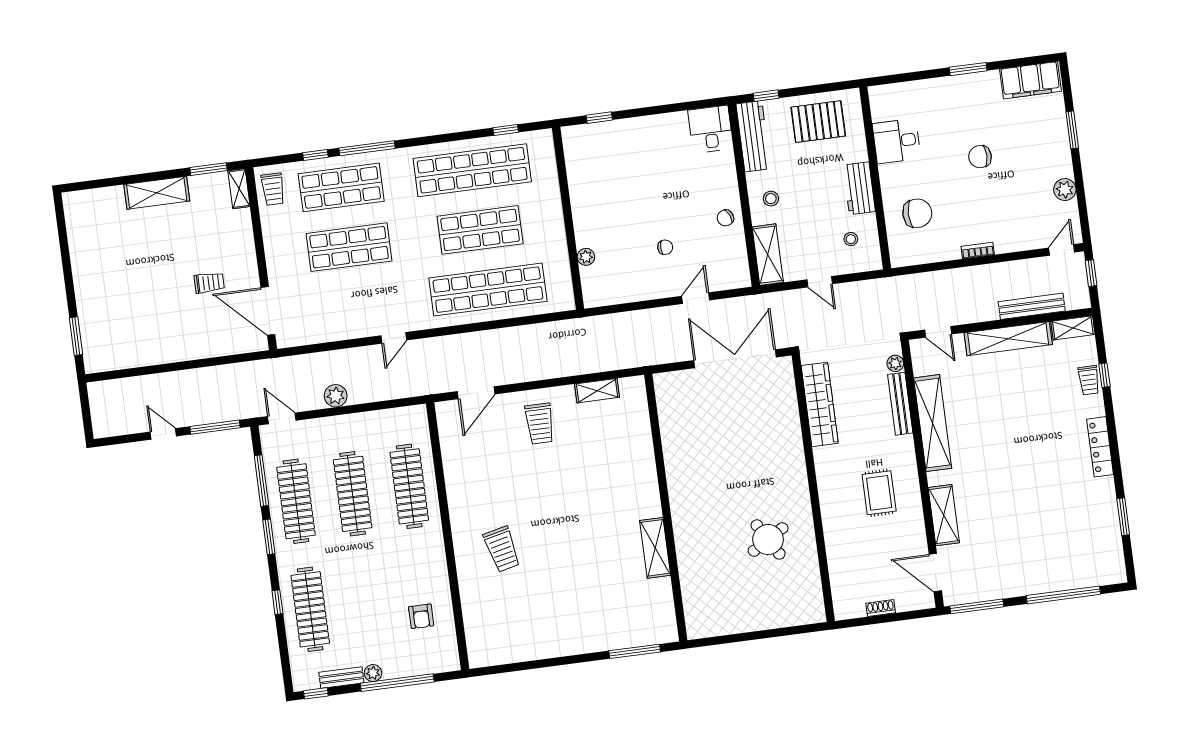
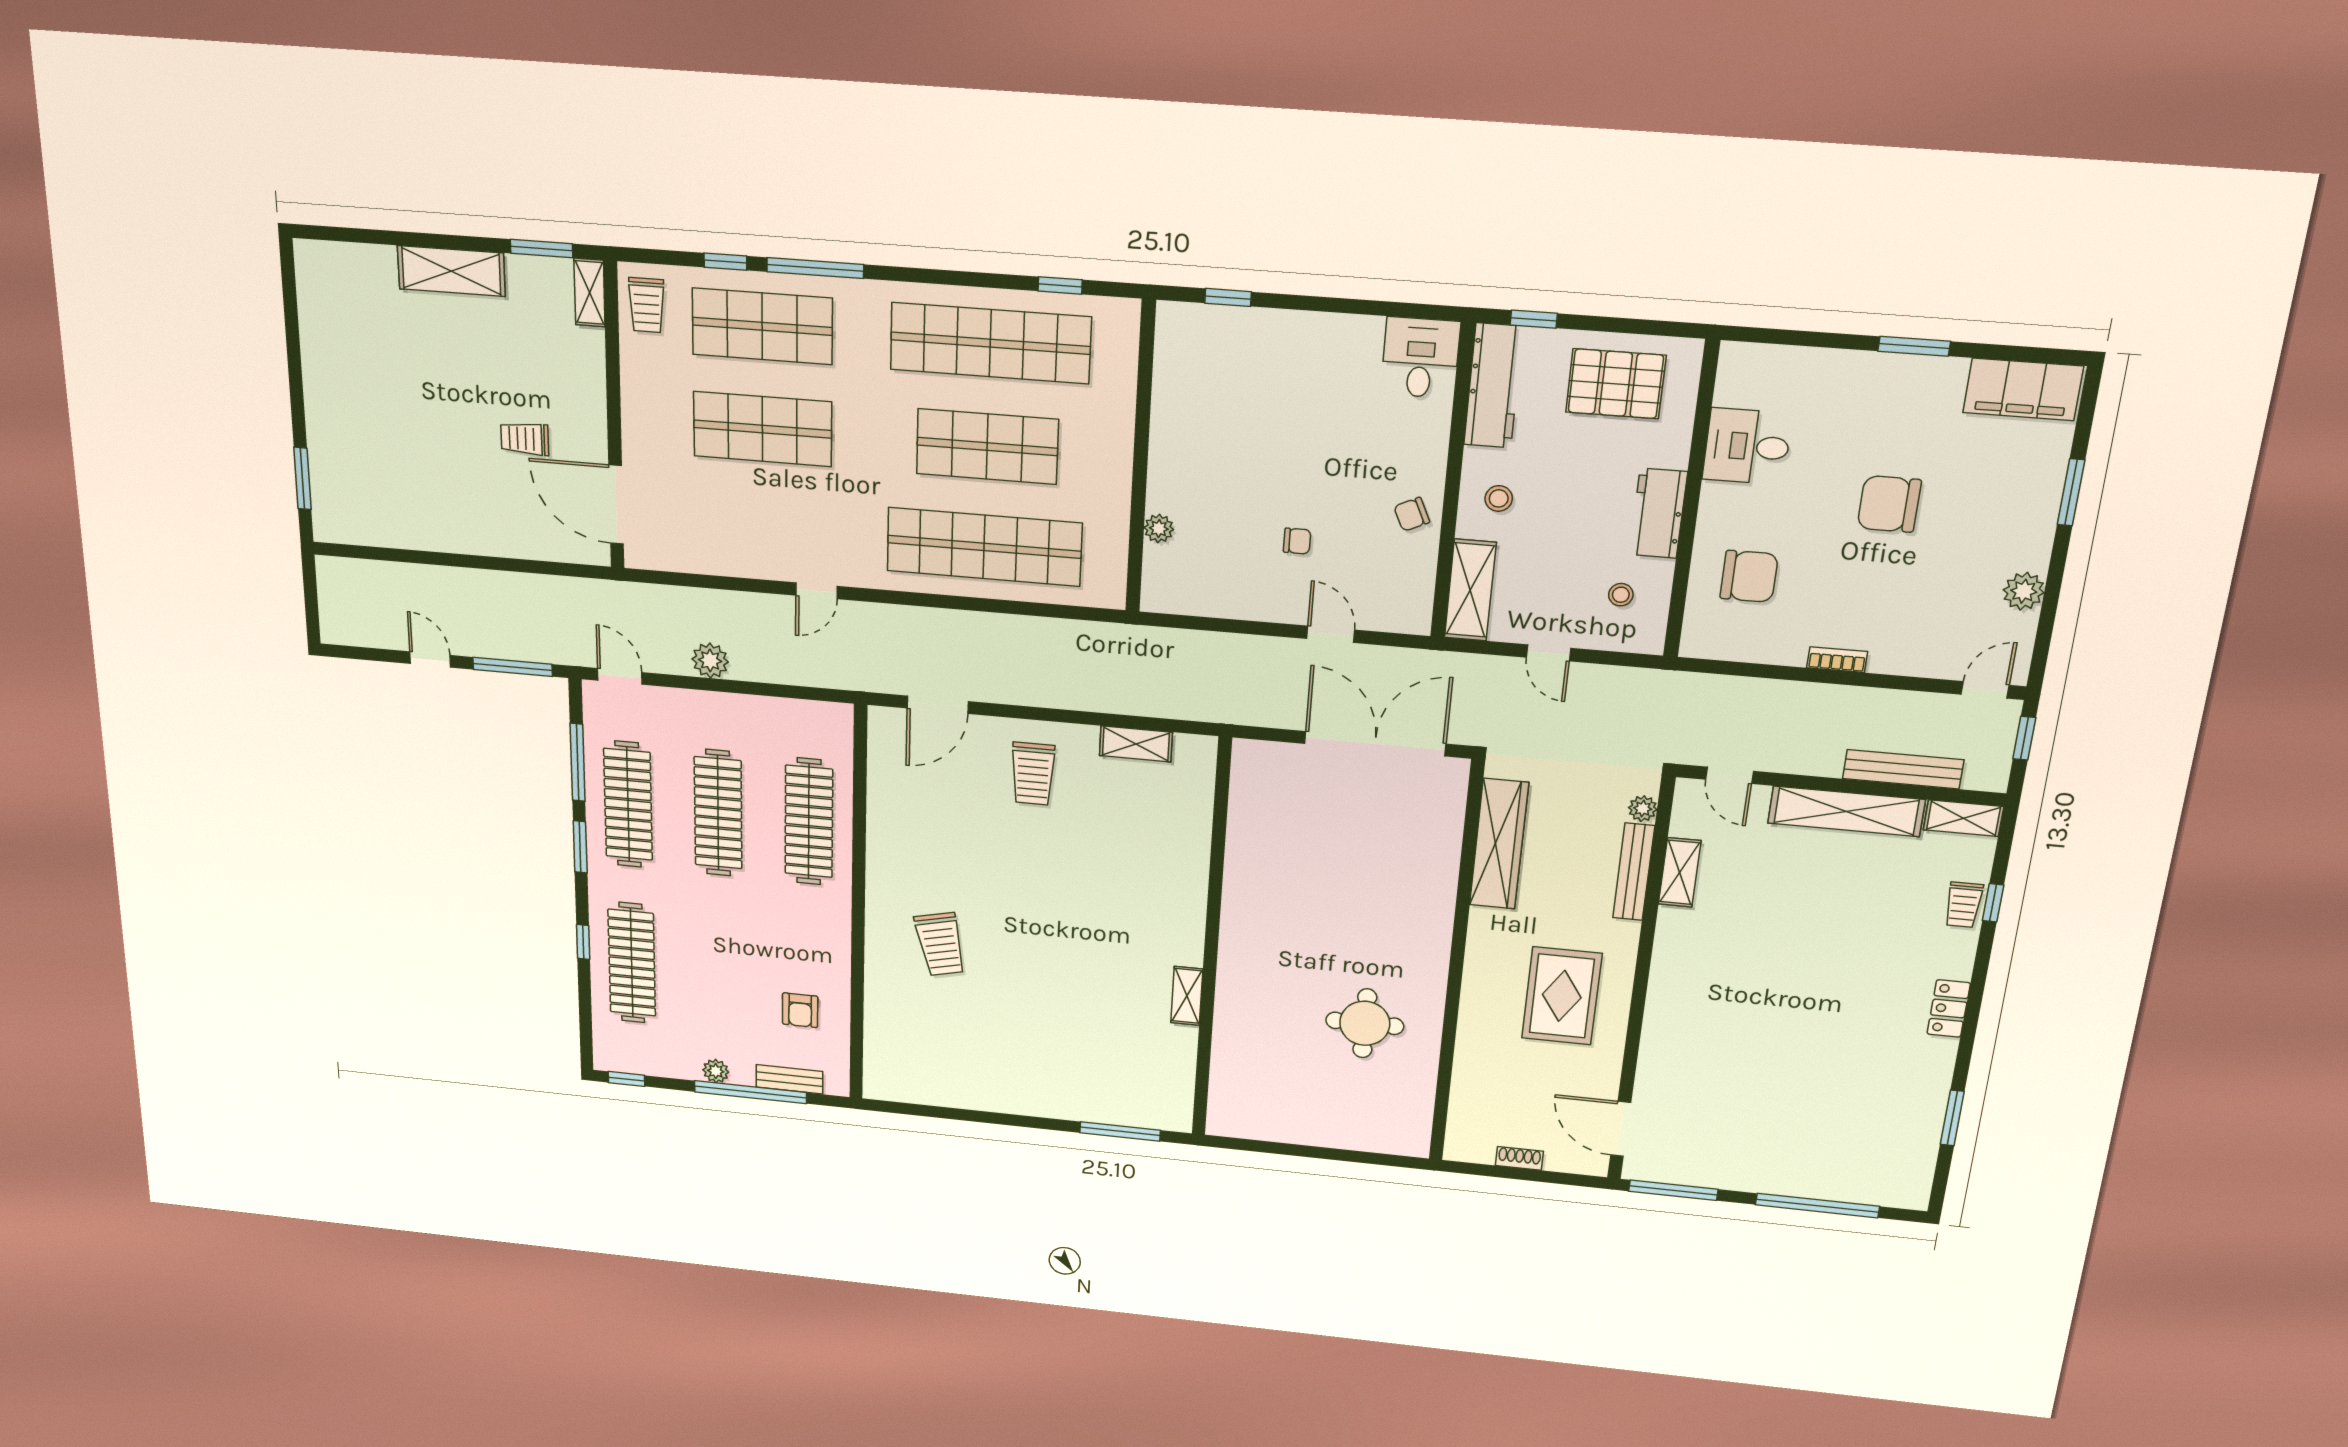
chair: (980, 157) -> (1889, 504), width x1.37, depth x1.37
trolley: (209, 283) -> (525, 439), turned 180
door: (696, 298) -> (1331, 634), hinge flipped
shelving: (933, 423) -> (1680, 872), width x0.45, depth x0.75
locker: (1100, 447) -> (1949, 1009), width x0.66
rug: (879, 493) -> (1562, 996), width x1.36, depth x1.43
shelving: (944, 515) -> (1658, 1051), removed
round table: (768, 539) -> (1365, 1023), turned 31
shelving: (655, 548) -> (1187, 996), width x0.67, depth x0.75
bench: (341, 678) -> (789, 1079), moved

